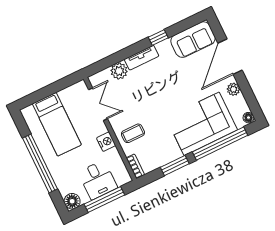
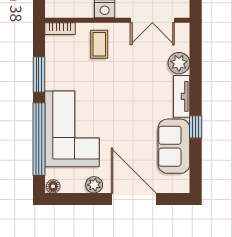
sofa: (193, 40) -> (174, 146), moved

